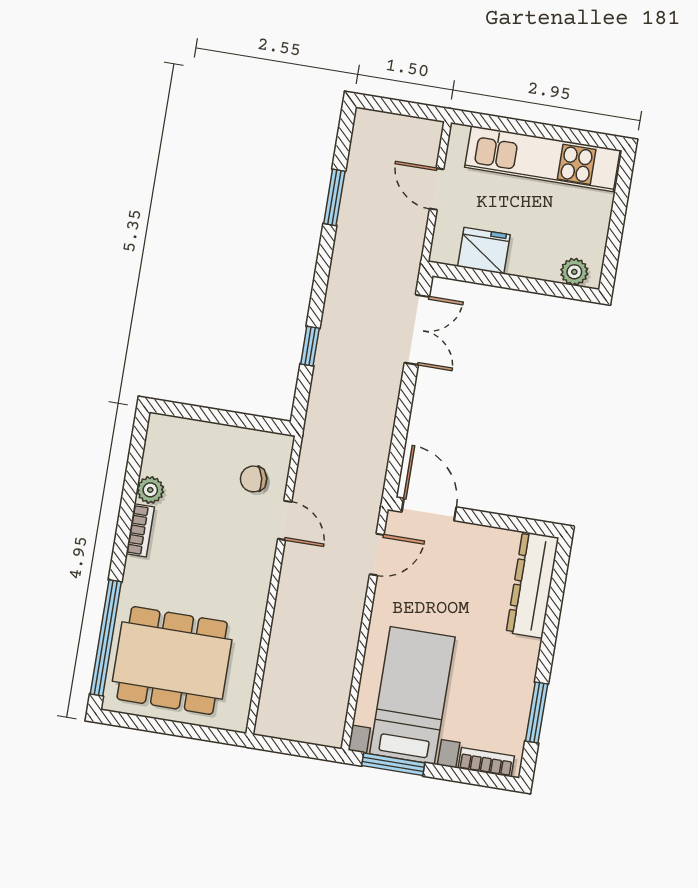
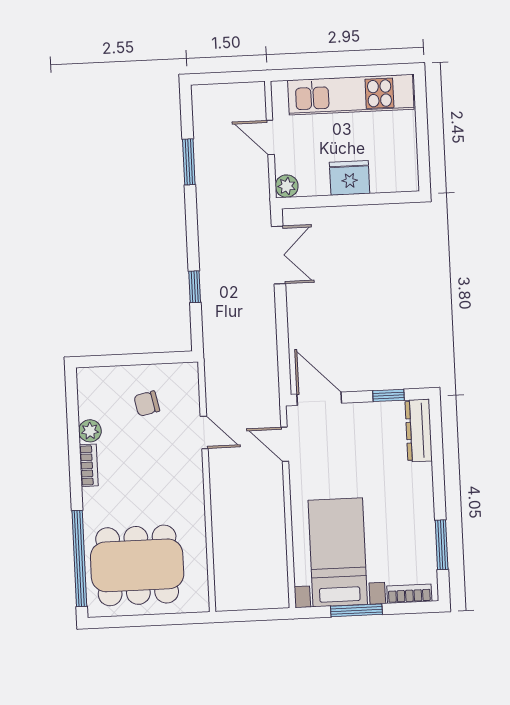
fridge: (484, 251) -> (350, 178), moved
plant: (574, 272) -> (287, 186), moved
chair: (254, 479) -> (147, 404), moved
window: (511, 523) -> (389, 395), added
door: (377, 555) -> (285, 444), swing flipped
dresser: (532, 585) -> (419, 431), width x0.73, depth x0.80
window: (393, 764) -> (356, 610), moved

